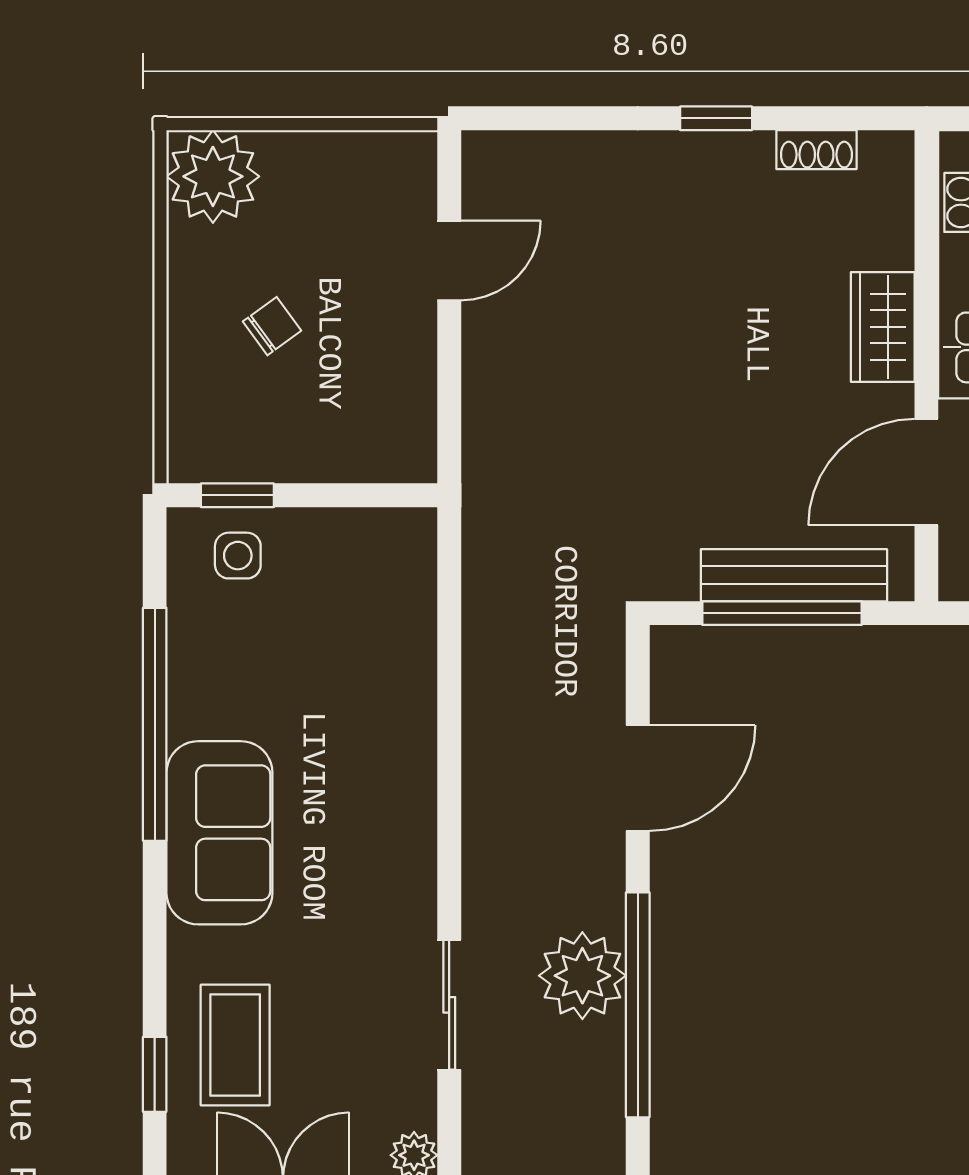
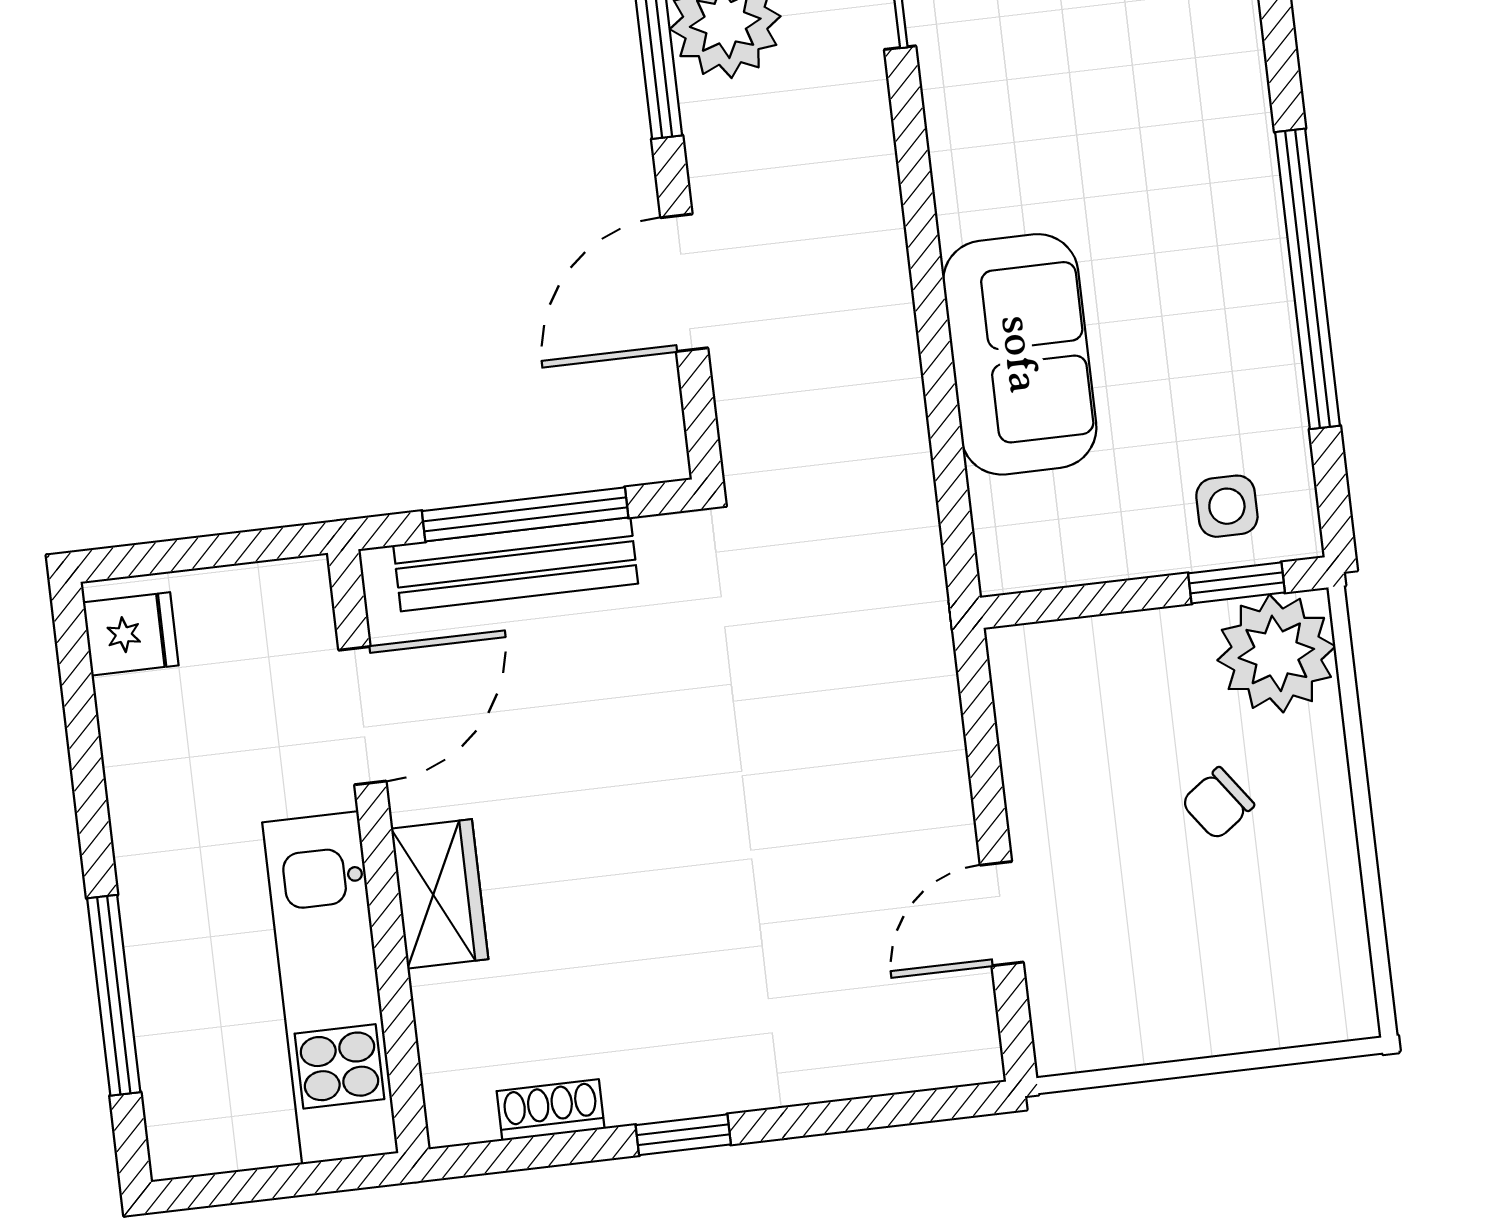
plant: (213, 176) -> (1276, 653), moved
sofa: (219, 833) -> (1020, 354), moved, turned 180

